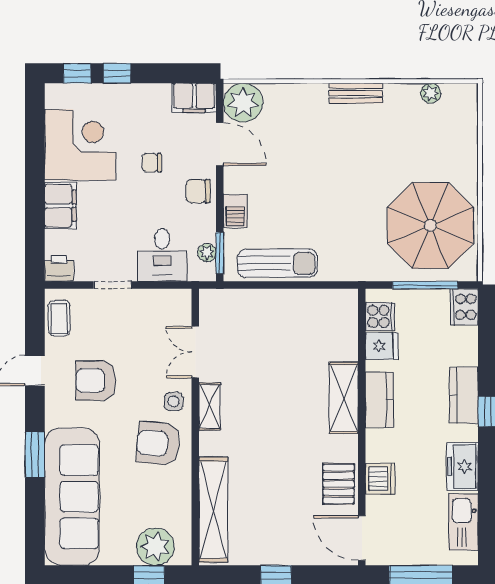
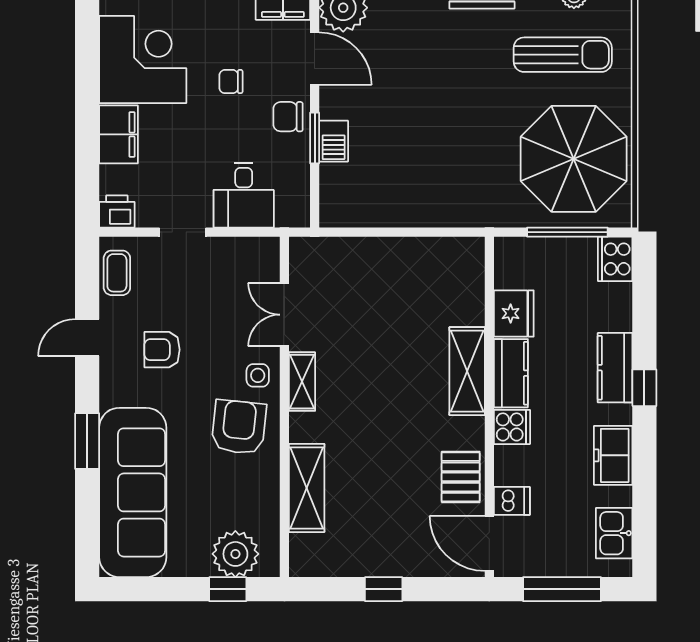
plant: (207, 252) -> (299, 192), removed
window: (220, 253) -> (315, 138), moved
sun lounger: (277, 263) -> (563, 55), moved
cooker: (380, 316) -> (512, 427), moved
fridge: (382, 346) -> (514, 313), width x1.38
armchair: (96, 381) -> (162, 350), width x0.72, depth x0.72
armchair: (158, 444) -> (239, 427), turned 91
dishwasher: (380, 479) -> (512, 501), moved, width x0.73
shelving: (213, 510) -> (307, 488), width x0.68
kitchen sink: (463, 522) -> (614, 533), width x0.73

